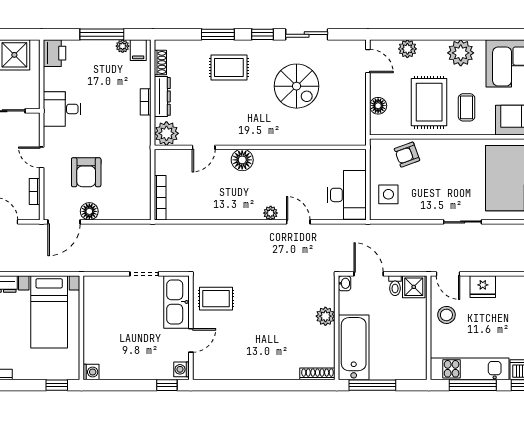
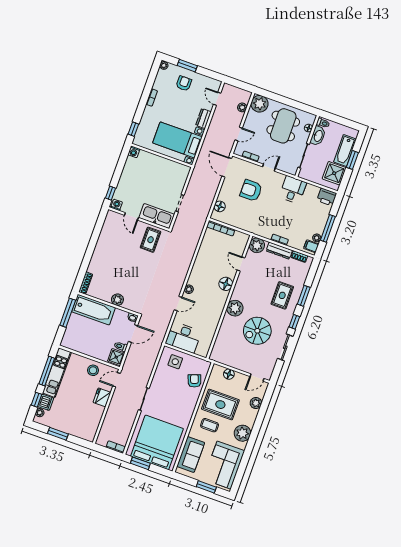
plant: (274, 133) -> (235, 308), added
floor lamp: (89, 211) -> (220, 206), moved

